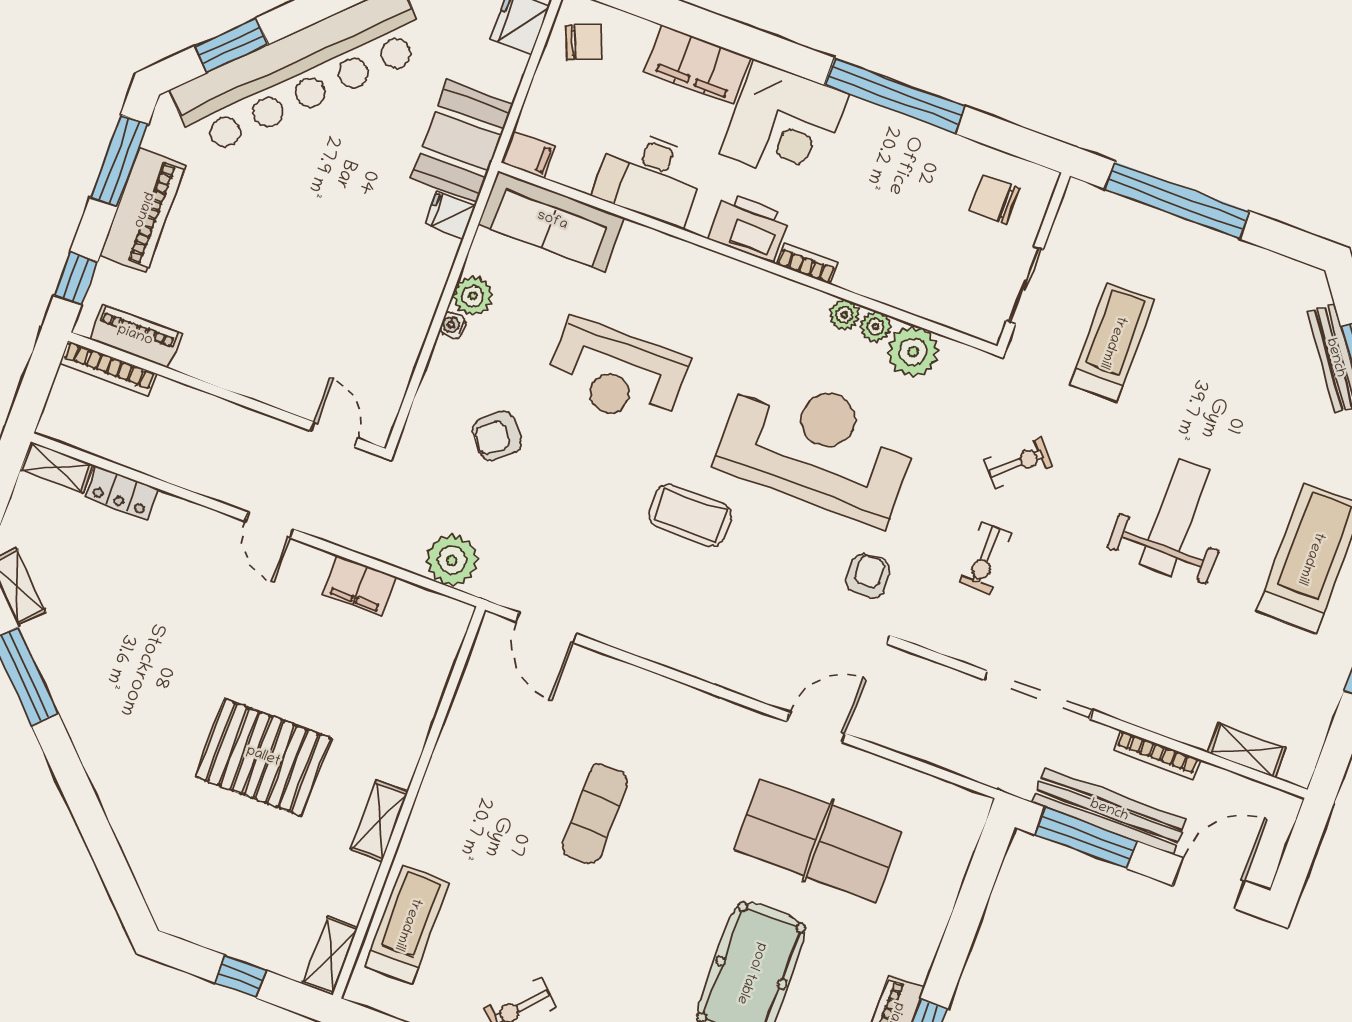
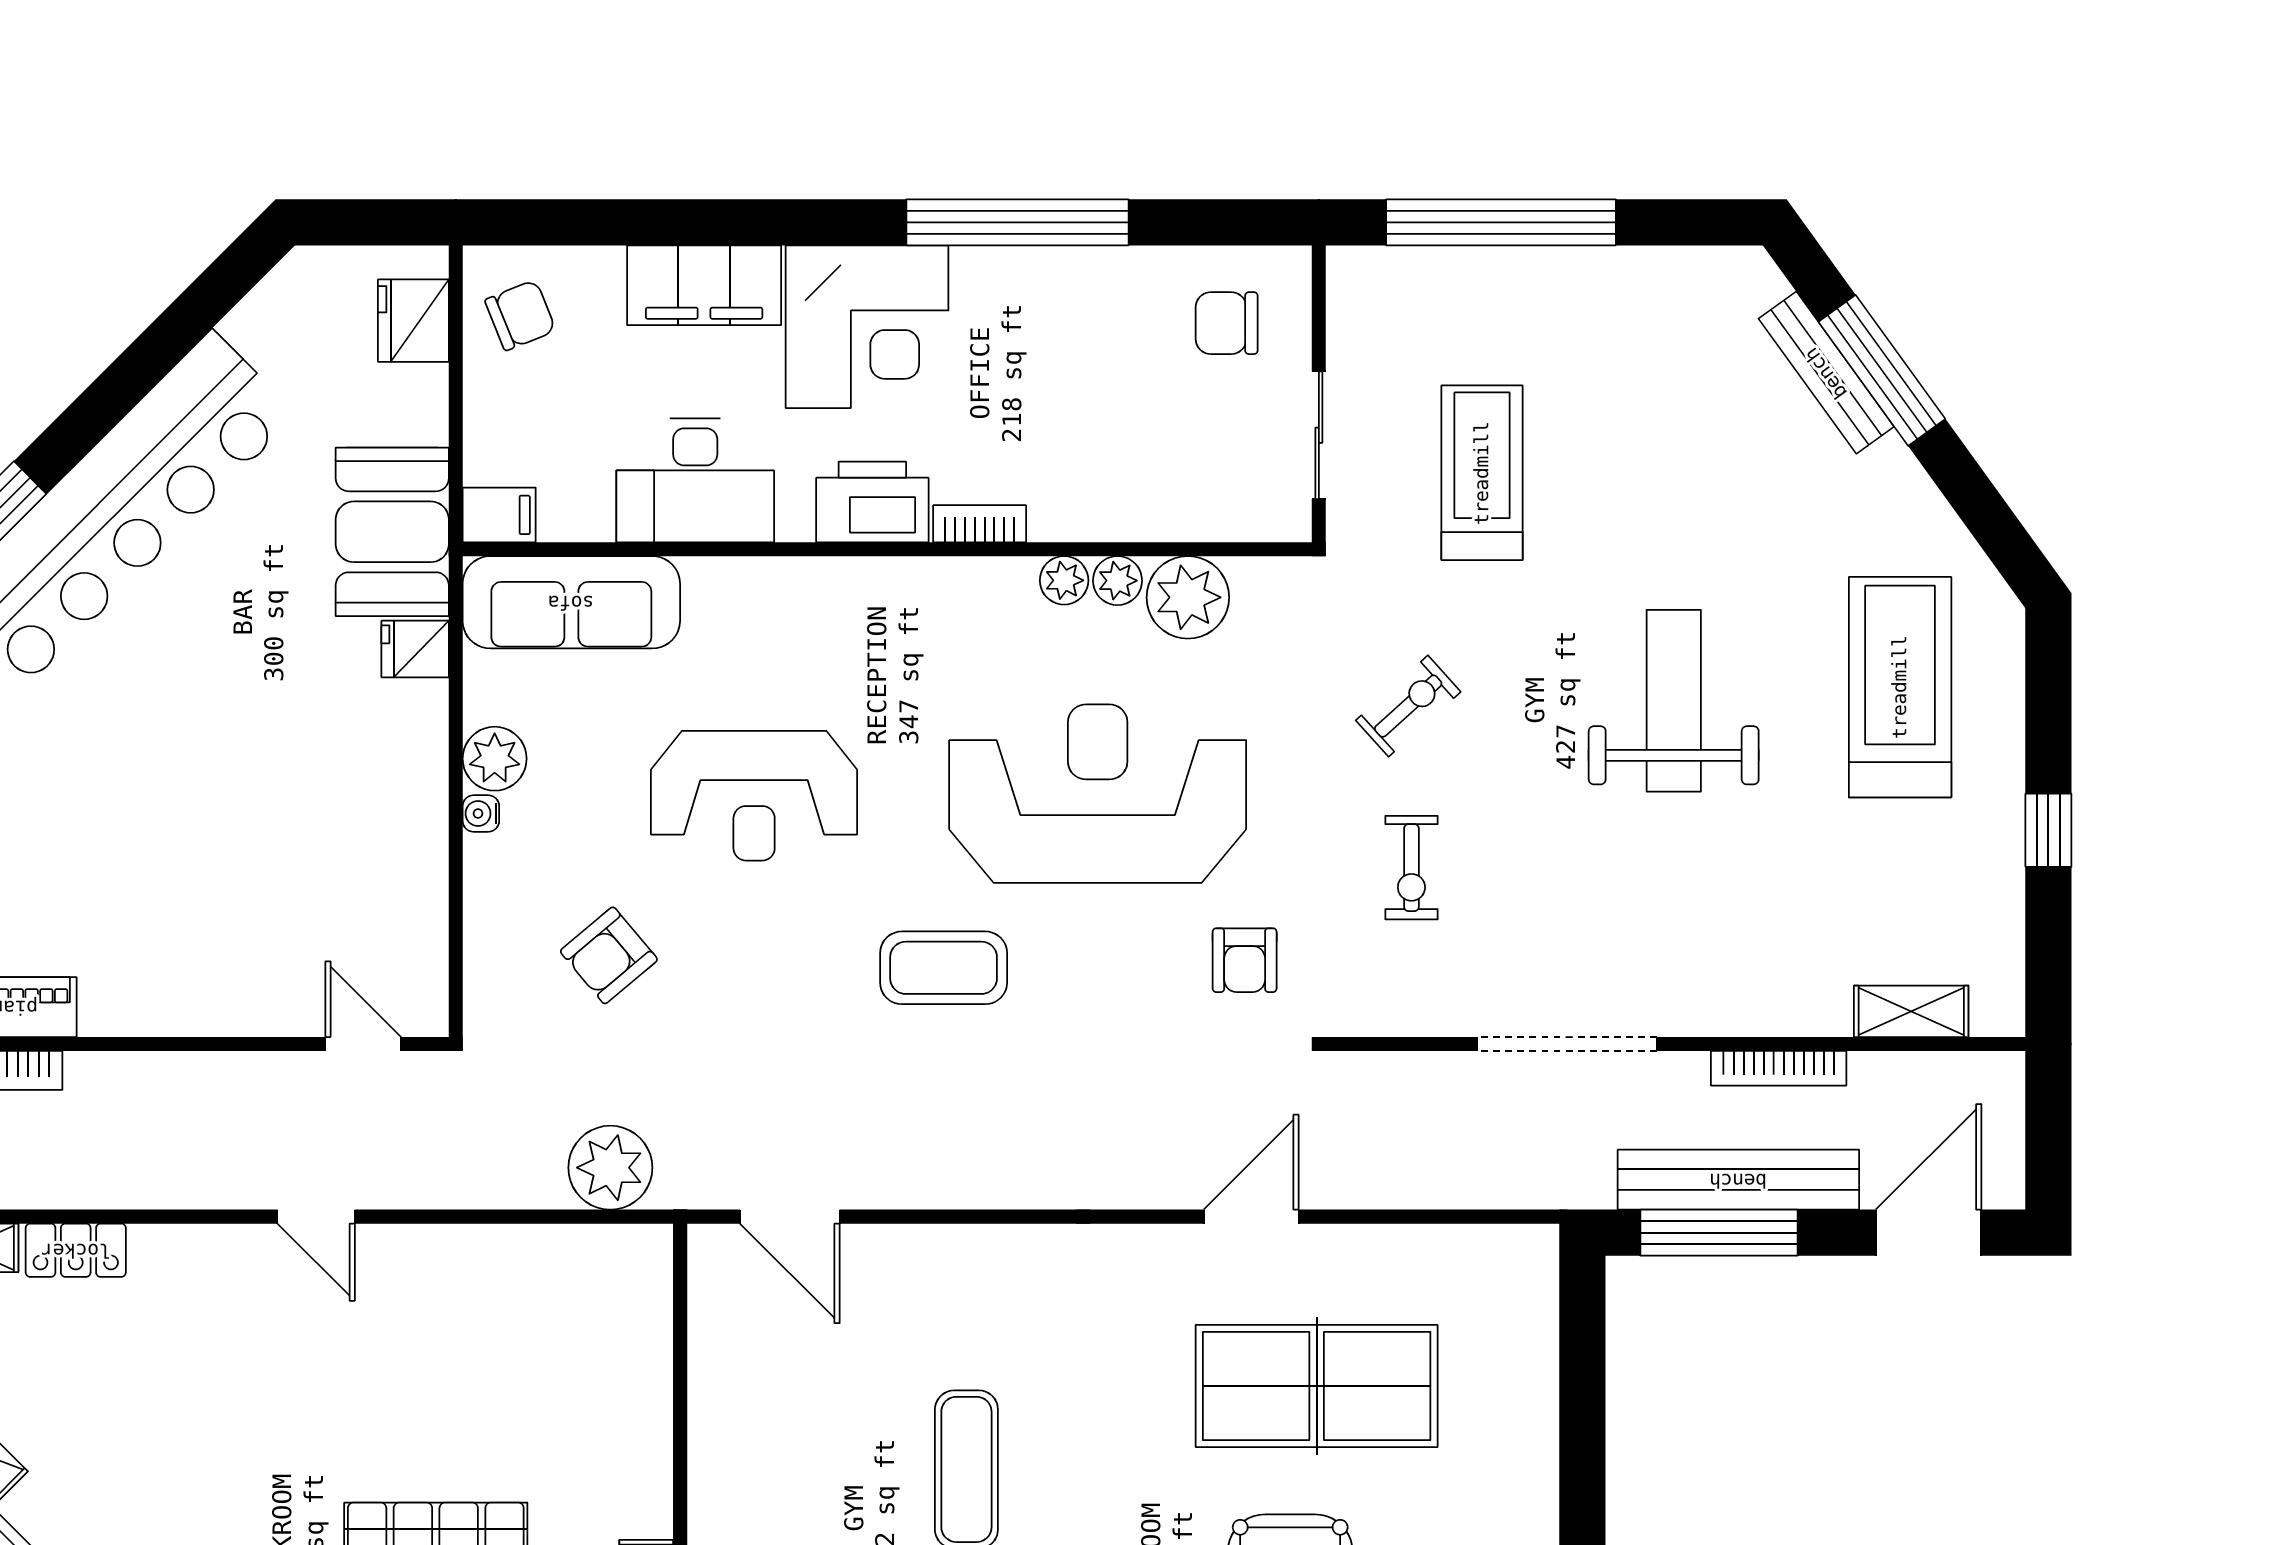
armchair: (868, 576) -> (1245, 960), turned 180
filing cabinet: (359, 586) -> (485, 1257), removed

